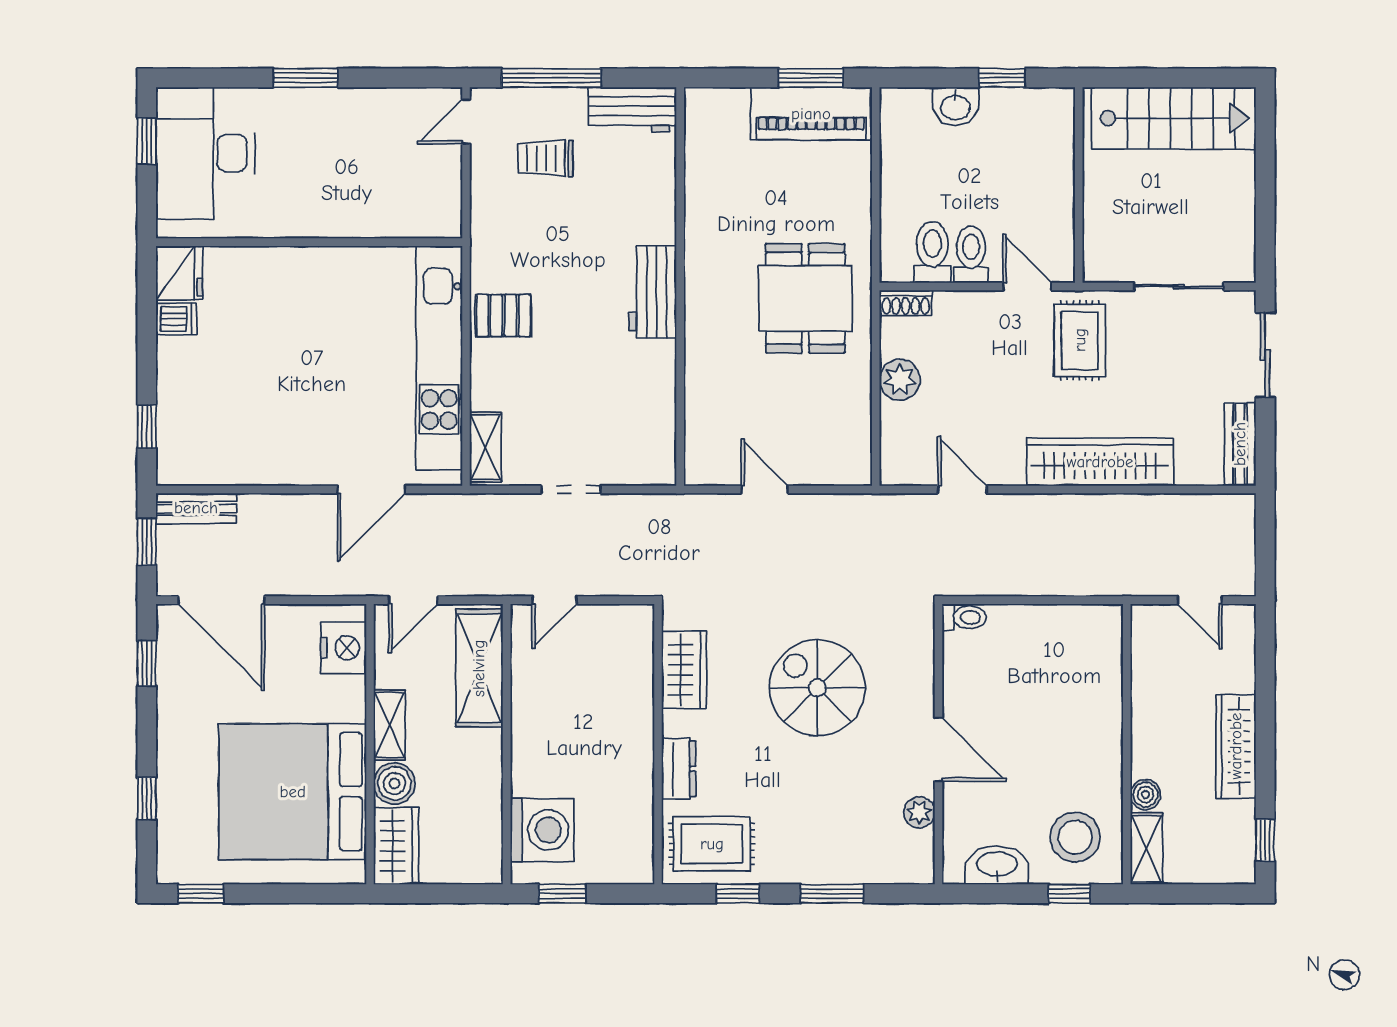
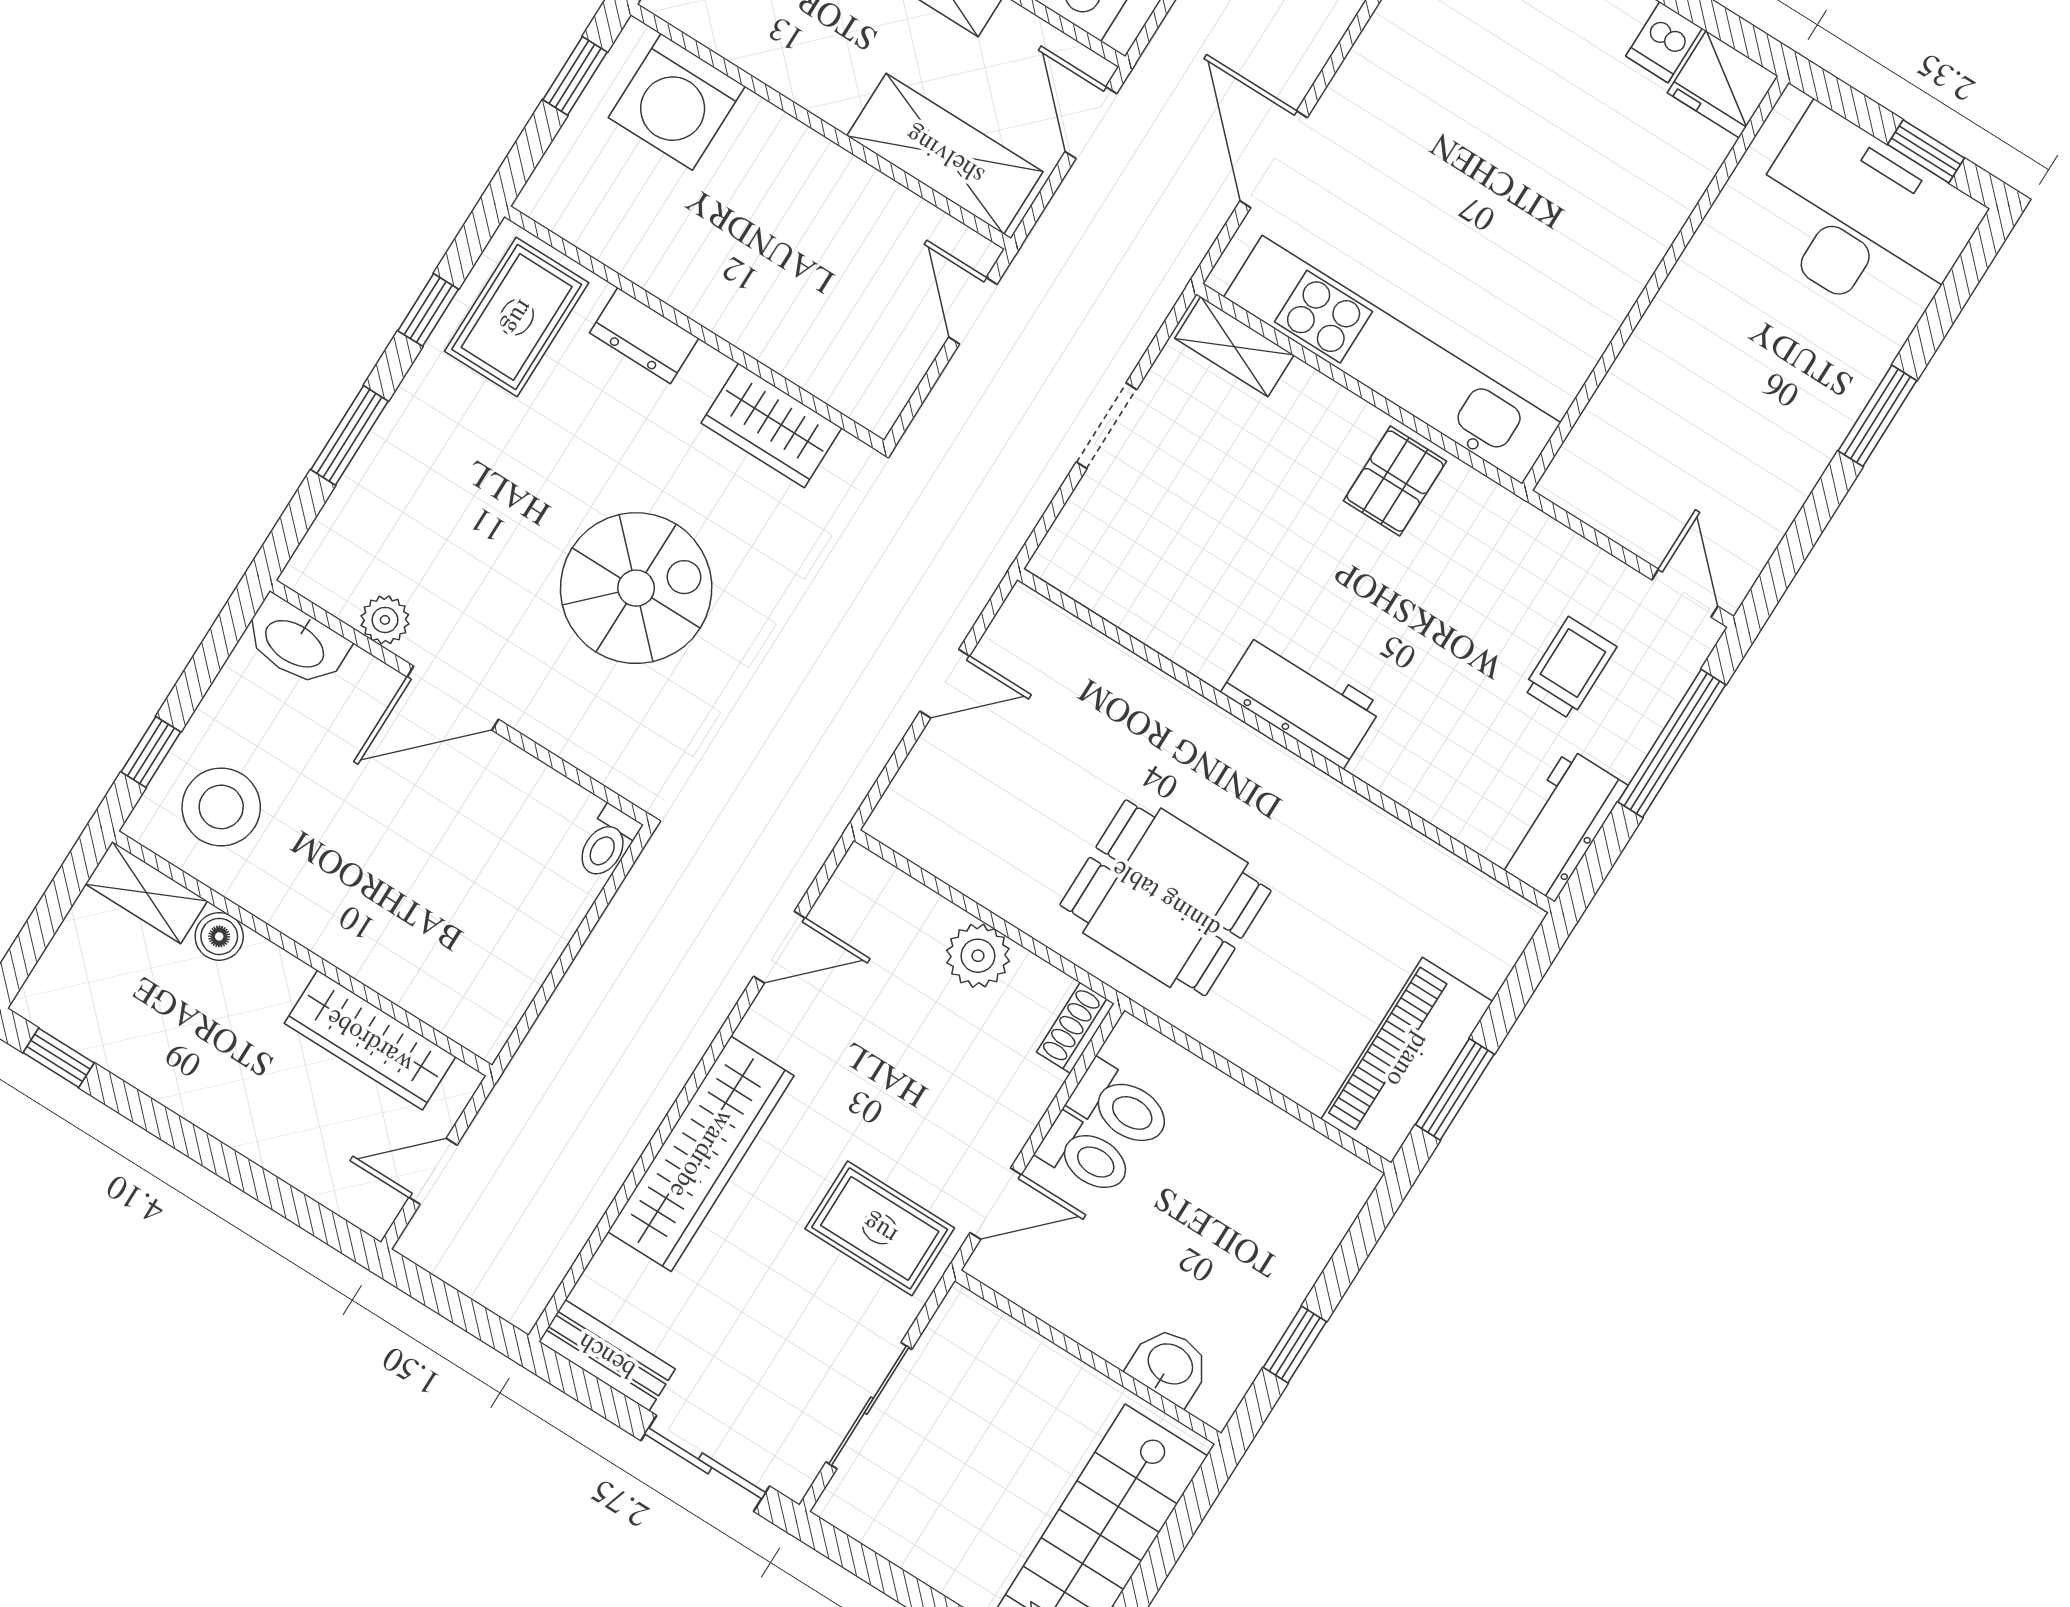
washbasin: (955, 106) -> (1169, 1365), moved, turned 90
wardrobe: (1236, 746) -> (370, 1040), moved, turned 180
washbasin: (997, 865) -> (296, 642), moved, turned 90

